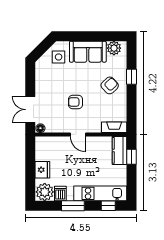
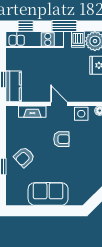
plant: (114, 48) -> (20, 198), removed
side table: (59, 57) -> (81, 114), moved
fireplace: (114, 127) -> (32, 112), moved

